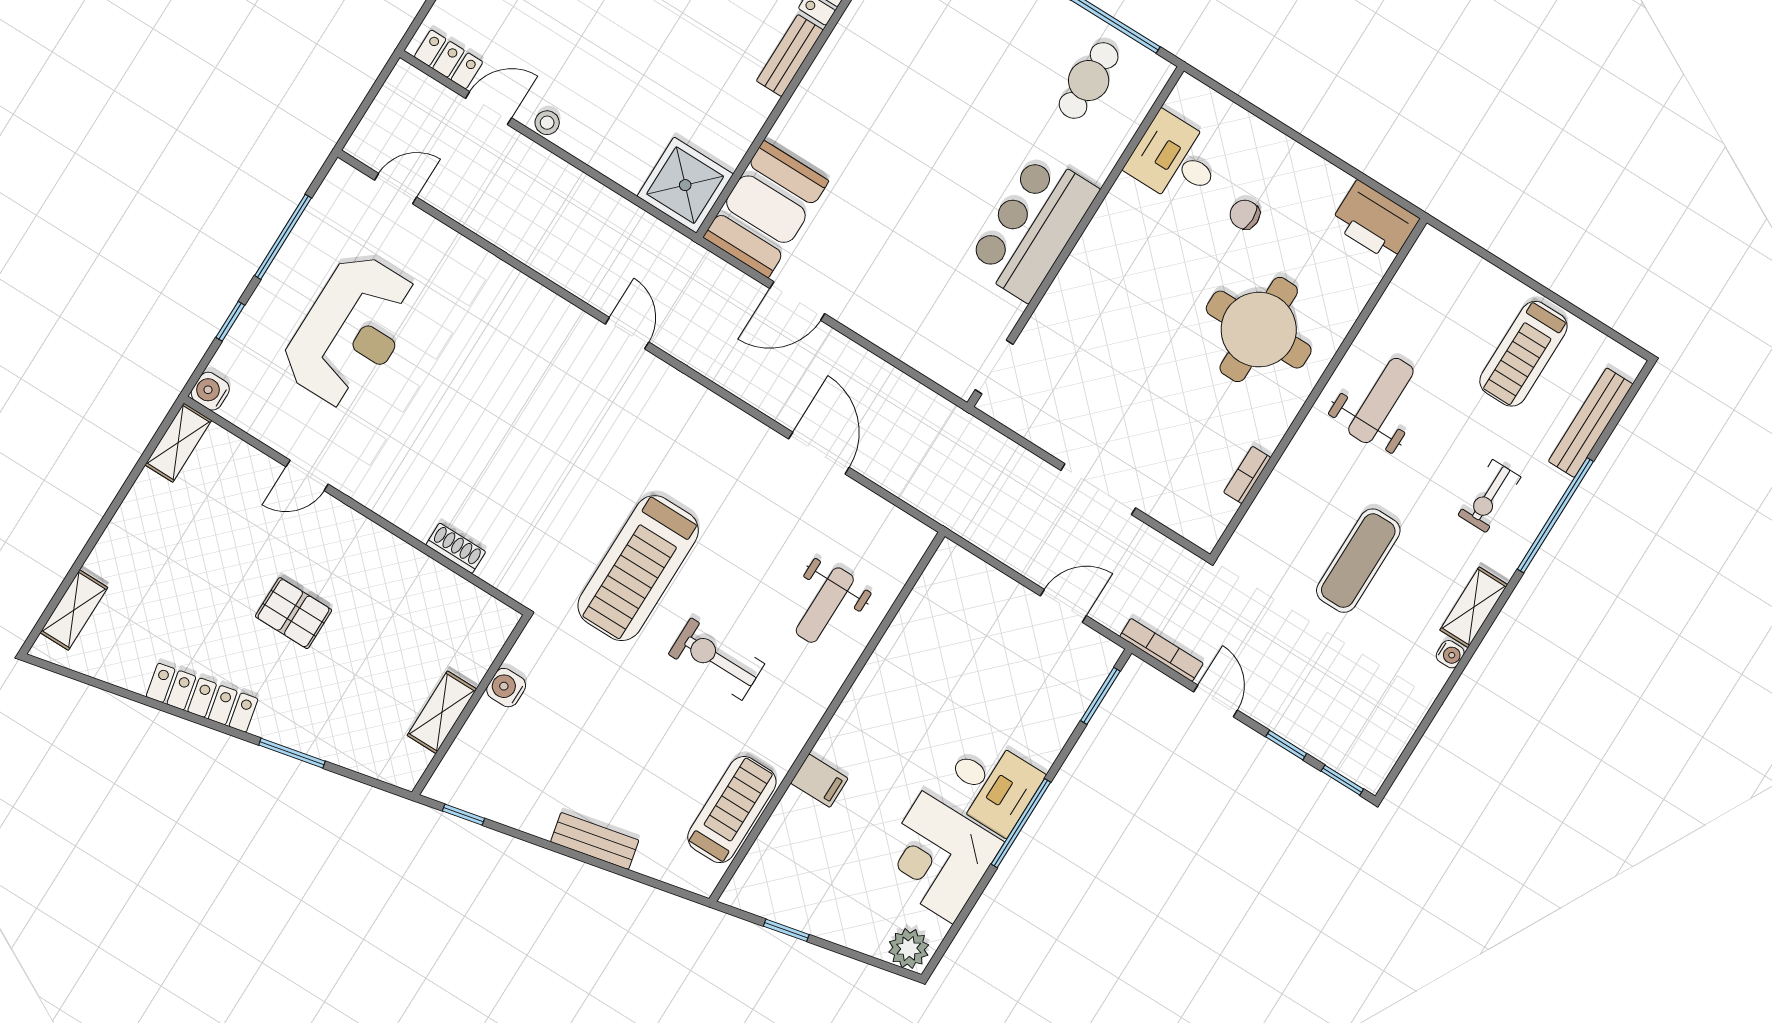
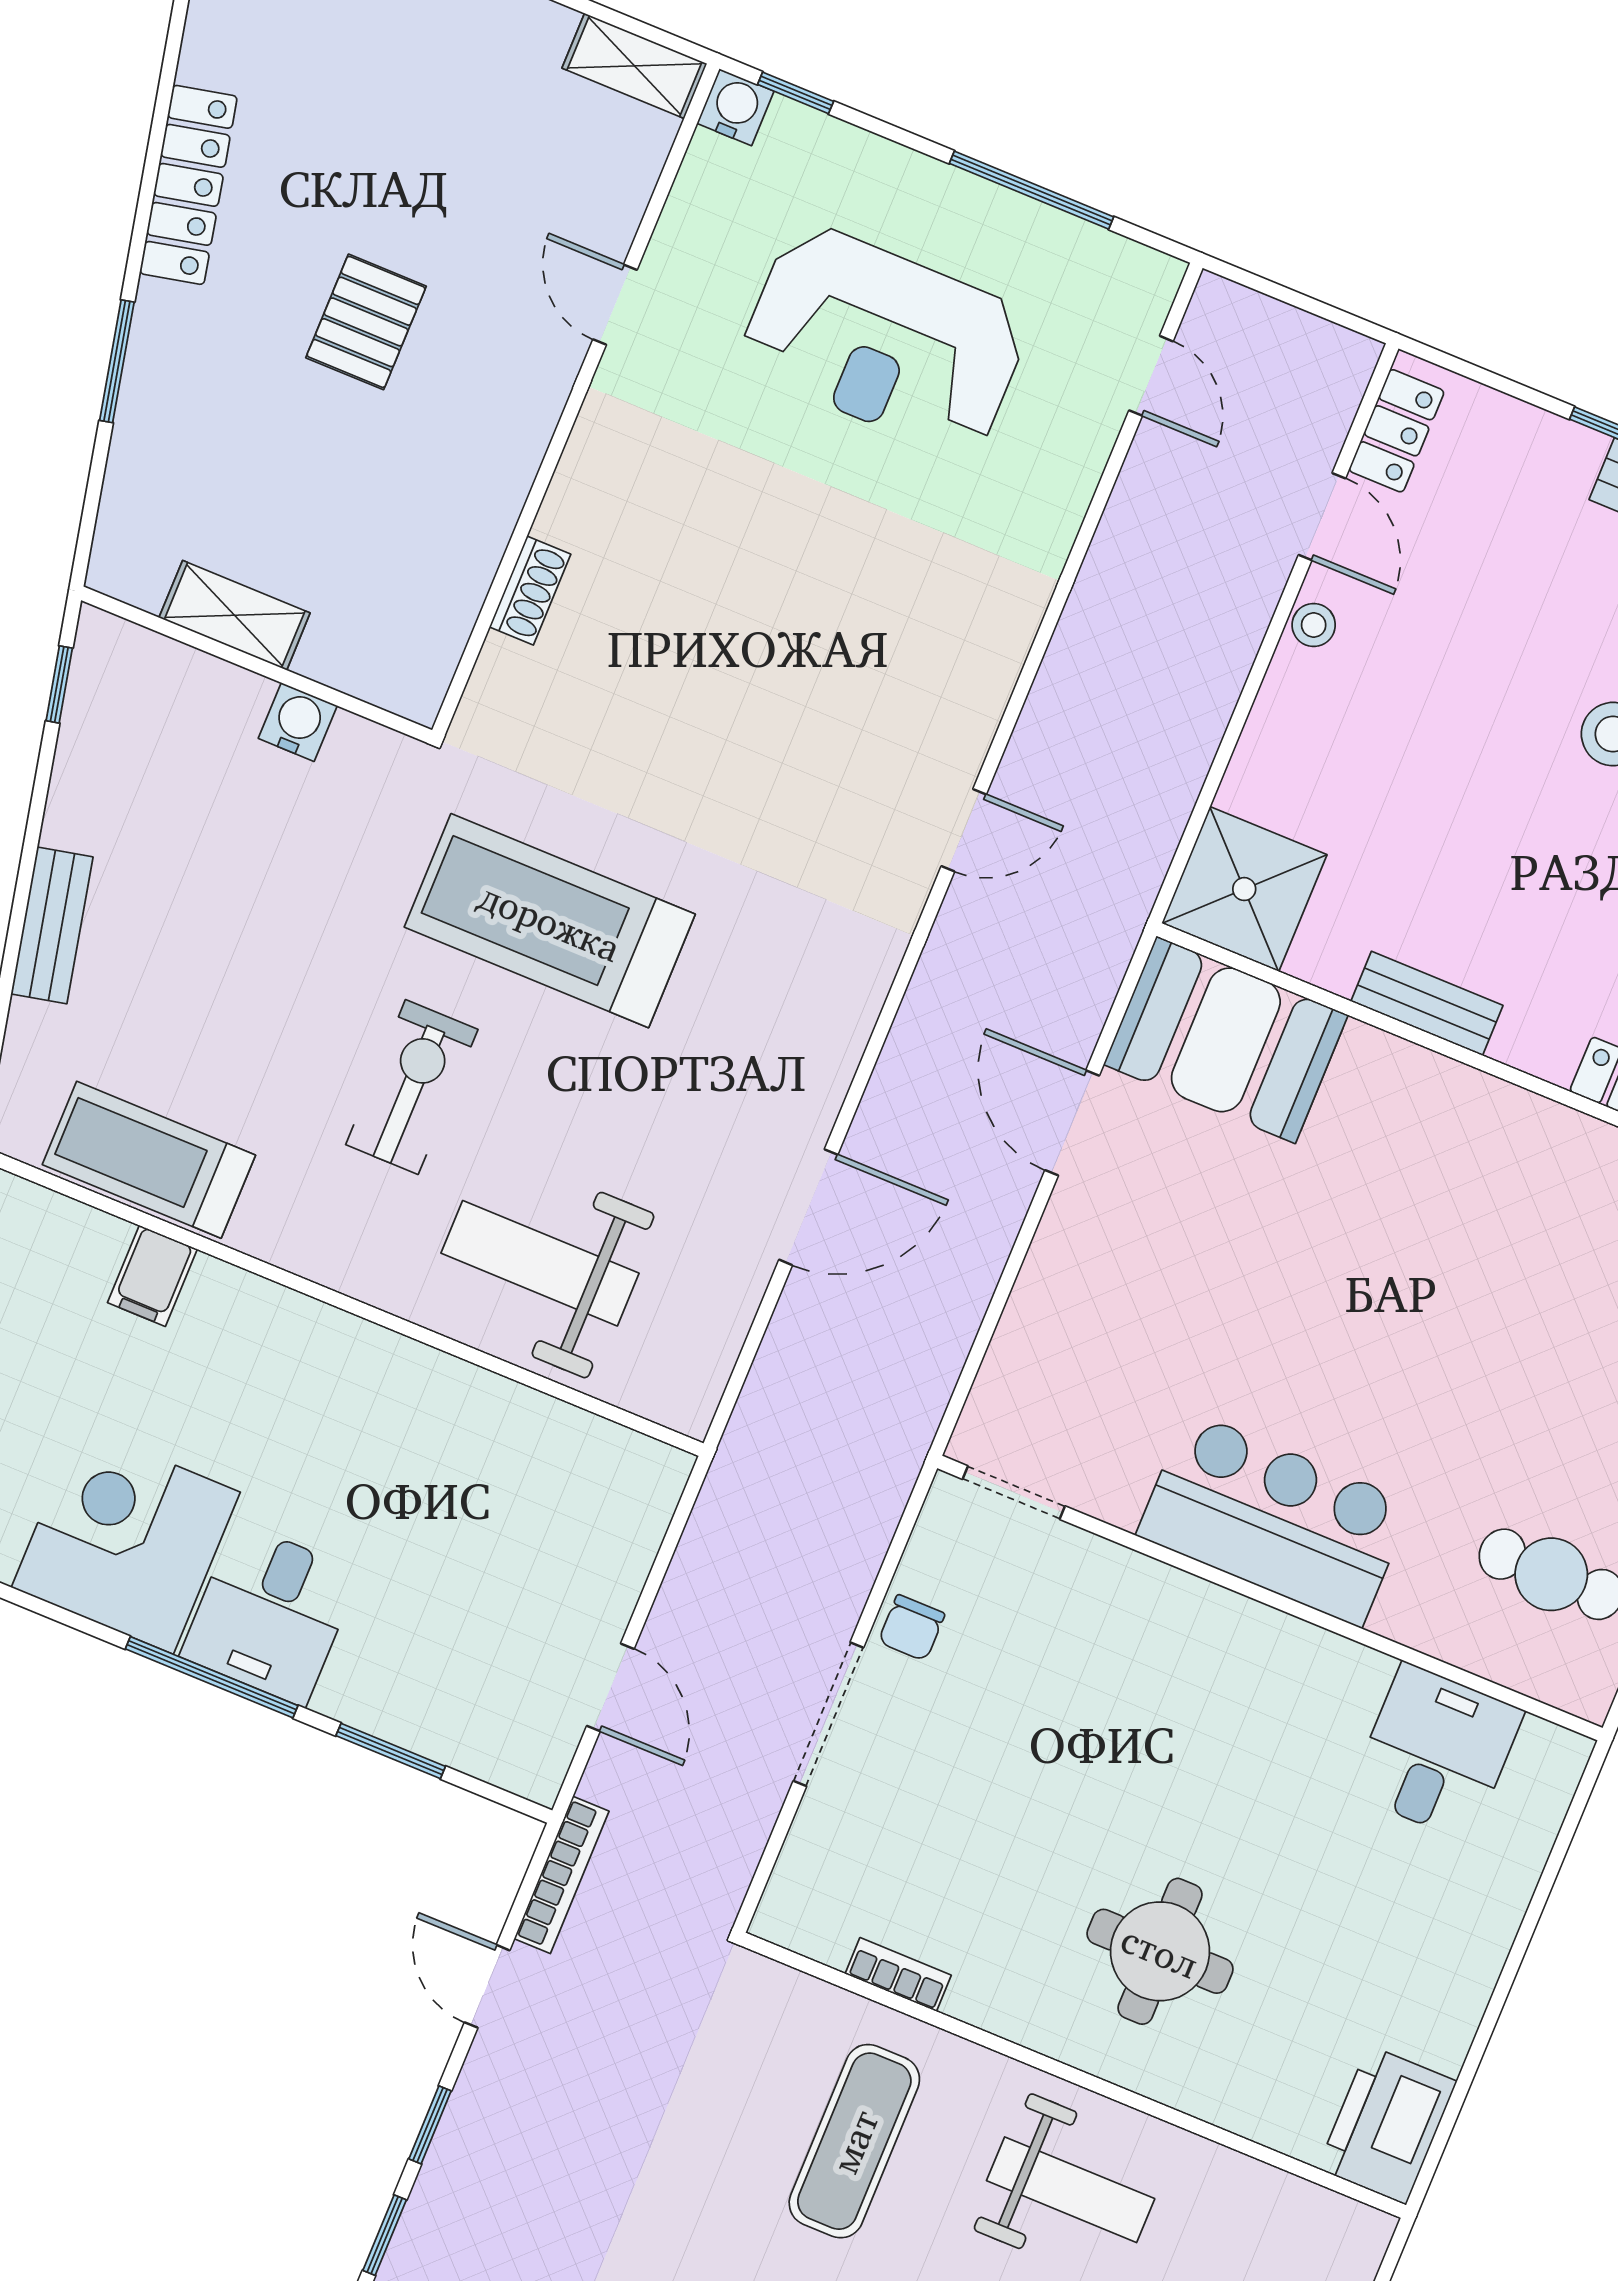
bench: (790, 56) -> (1427, 1004), moved
chair: (1245, 215) -> (912, 1628), moved, turned 180
window: (230, 321) -> (796, 93), moved
round table: (1259, 330) -> (1160, 1951), width x0.73, depth x0.73
exercise mat: (1358, 561) -> (854, 2141), moved, turned 90
weight bench: (825, 605) -> (540, 1263), width x1.36, depth x1.33
window: (1100, 696) -> (391, 1751), moved
door: (1216, 701) -> (487, 1986), swing flipped
filing cabinet: (819, 781) -> (152, 1276), moved
treadmill: (732, 810) -> (149, 1160), turned 180

